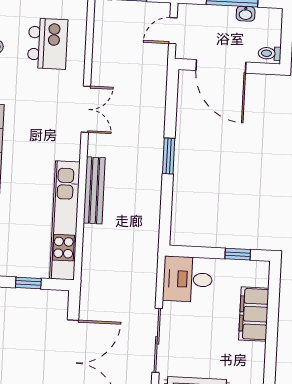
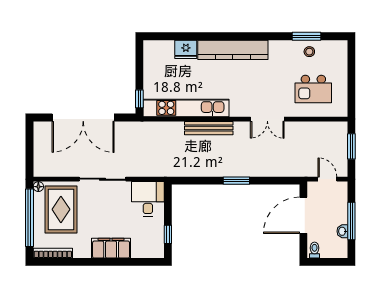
window: (28, 283) -> (139, 99), moved
filing cabinet: (254, 314) -> (111, 248), moved

